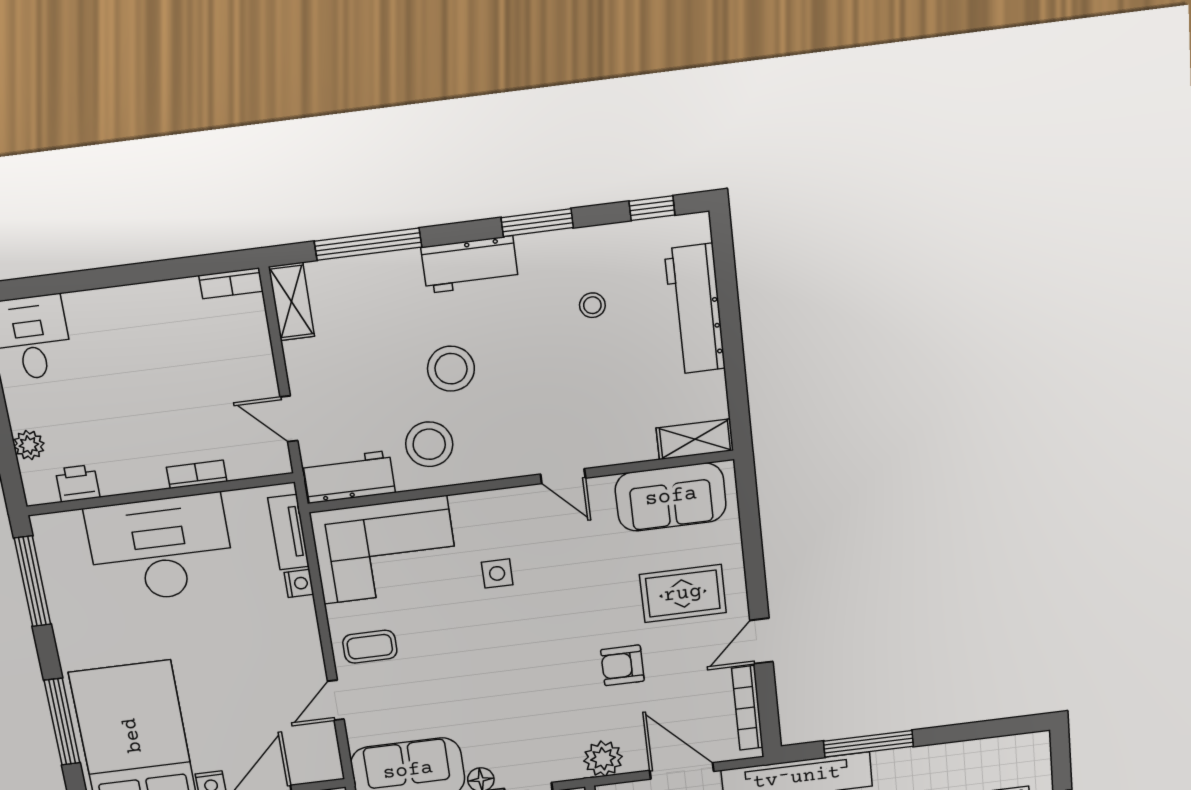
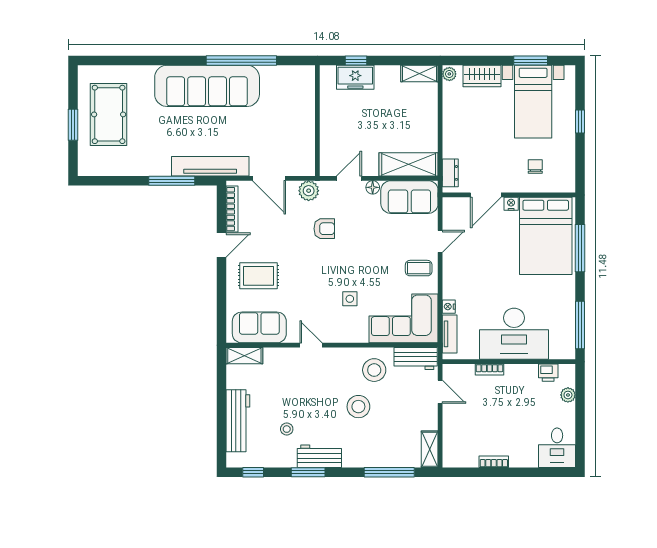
workbench: (470, 265) -> (319, 456), moved
bookcase: (231, 283) -> (494, 462), moved
armchair: (622, 665) -> (324, 229), moved

